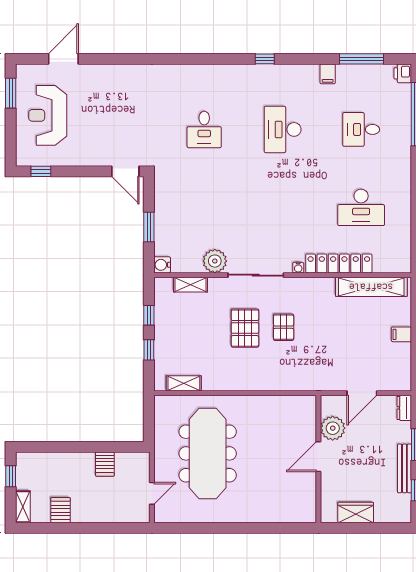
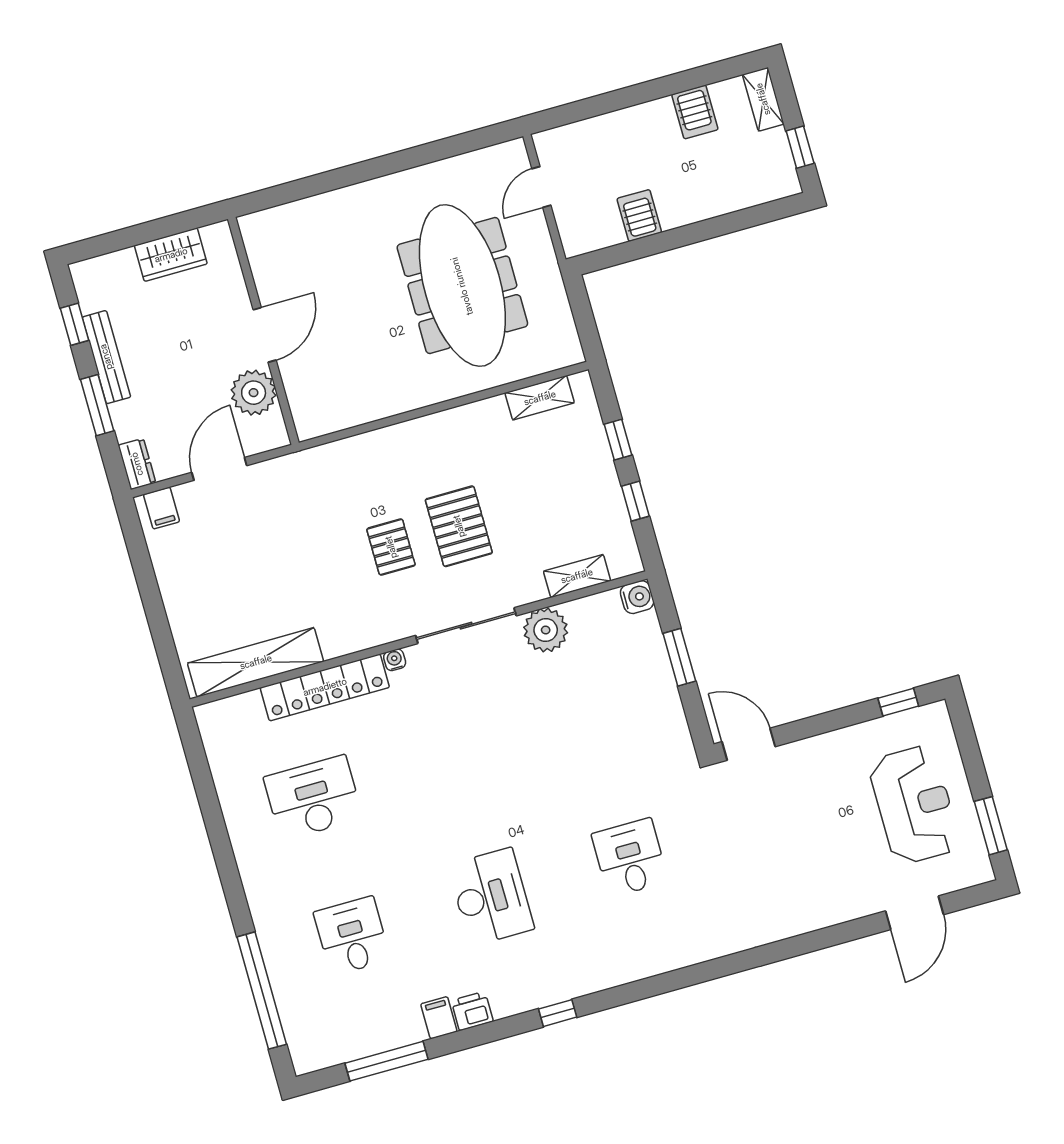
printer: (403, 73) -> (472, 1011), moved, turned -90
desk: (361, 129) -> (352, 936), turned -90
filing cabinet: (401, 334) -> (161, 508), moved, turned 90

